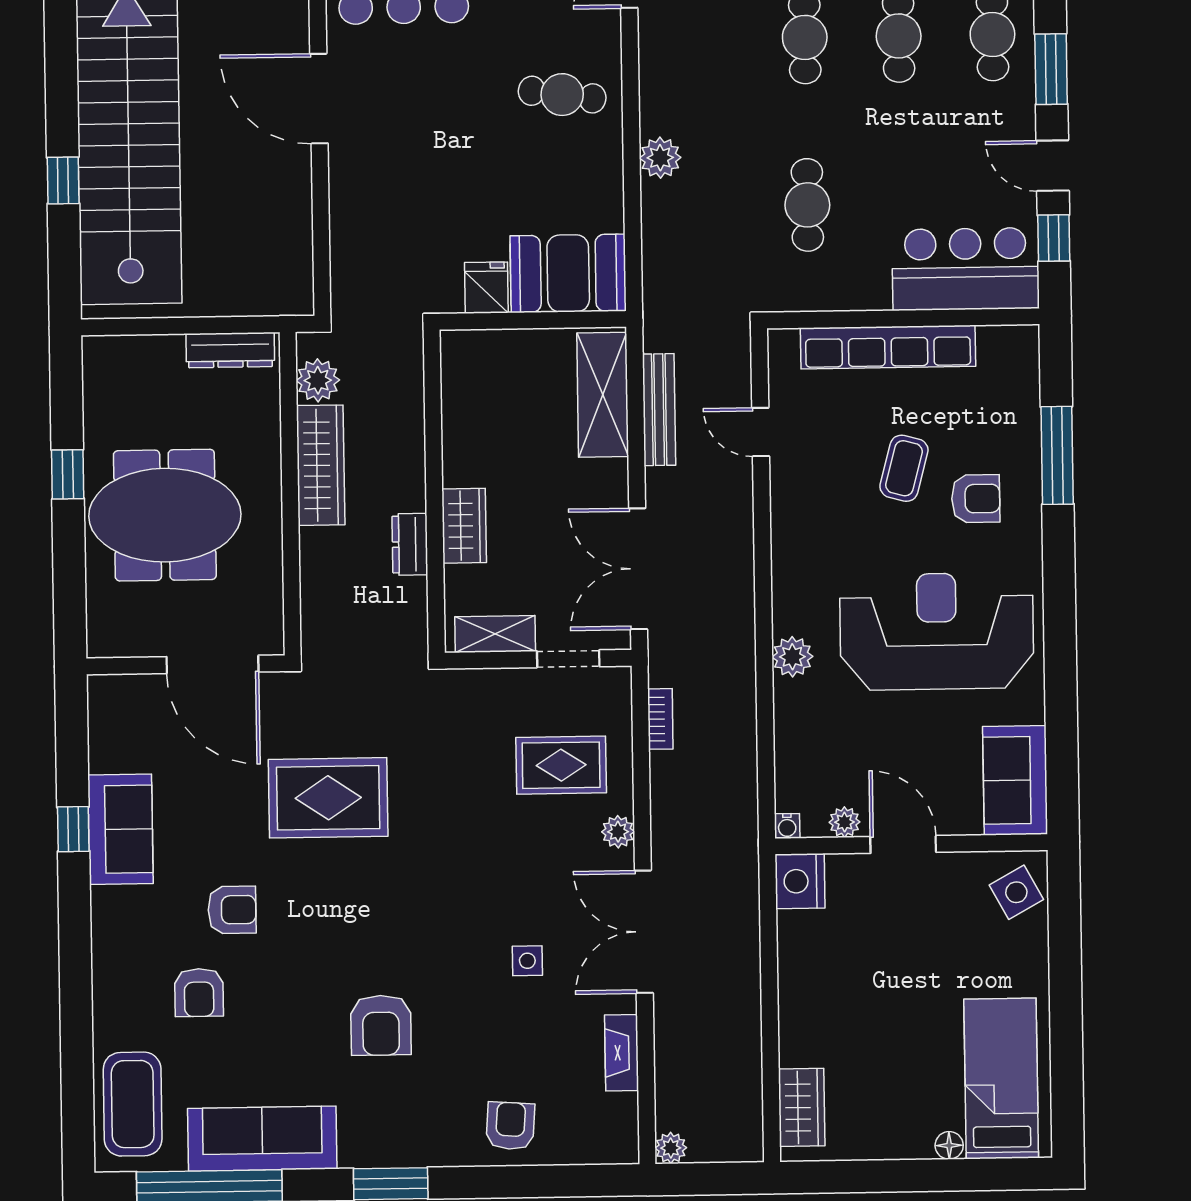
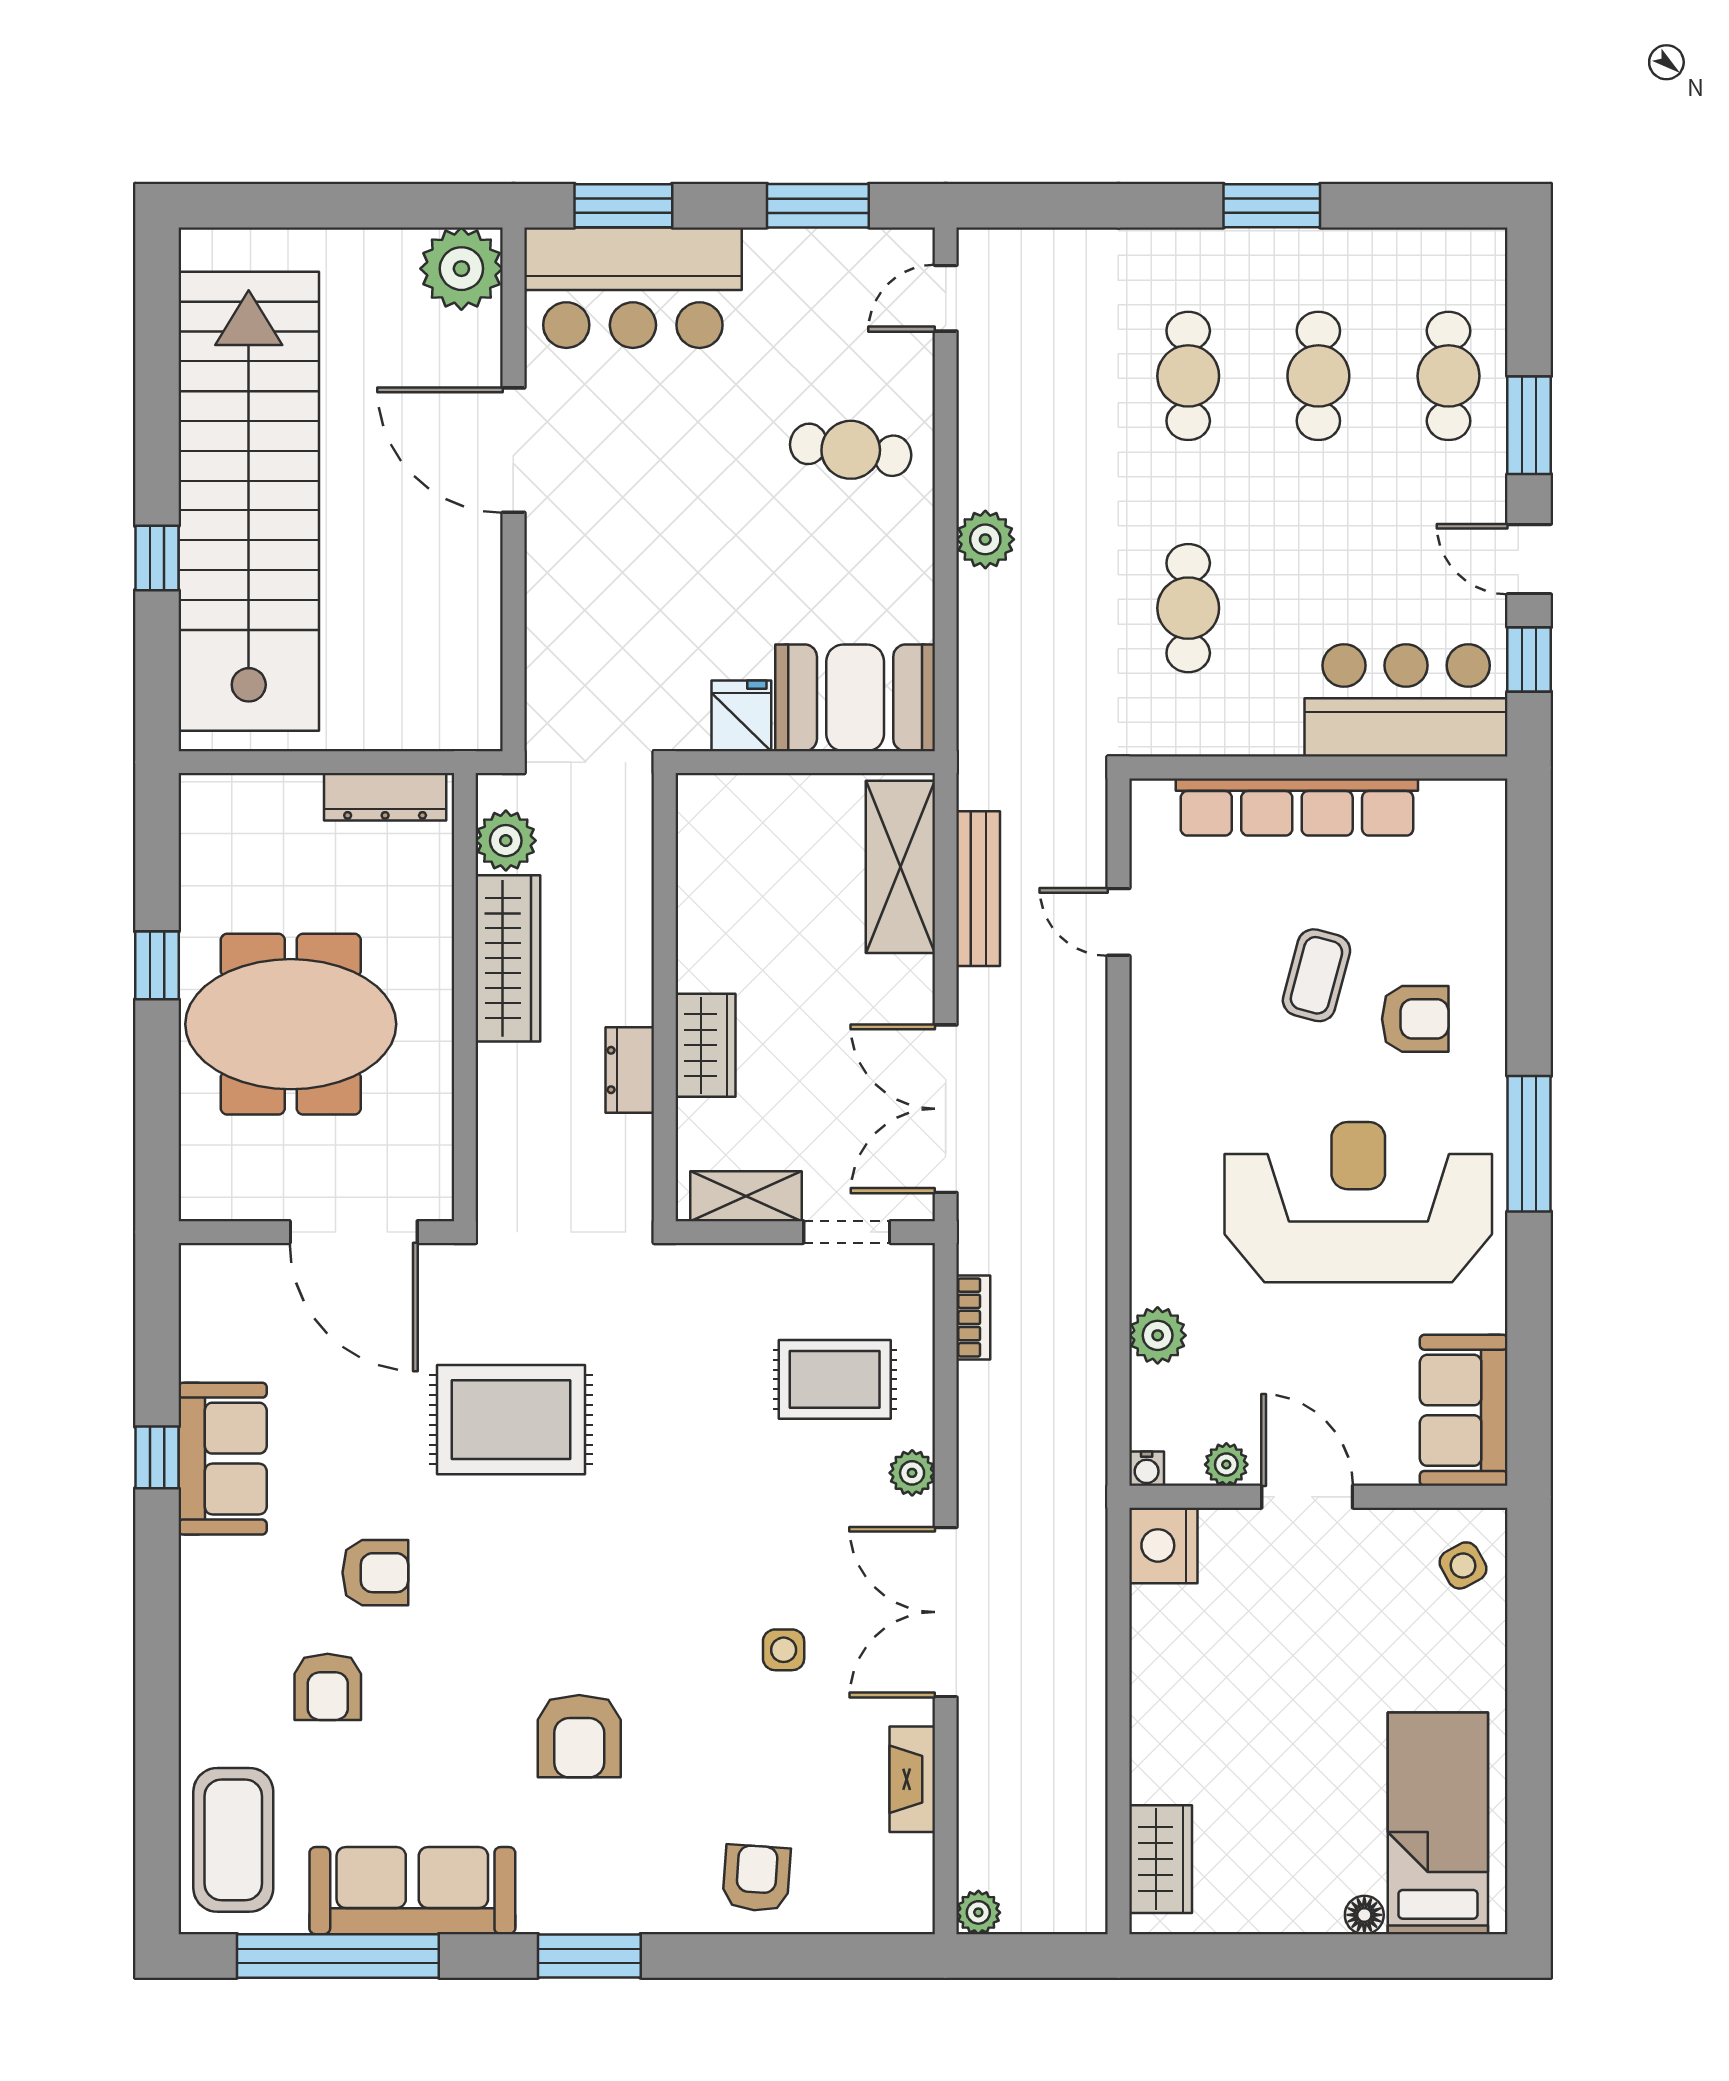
window: (1057, 455) -> (1529, 1144), moved
plant: (792, 657) -> (1158, 1335), moved
side table: (1016, 892) -> (1463, 1565), width x0.73, depth x0.73

